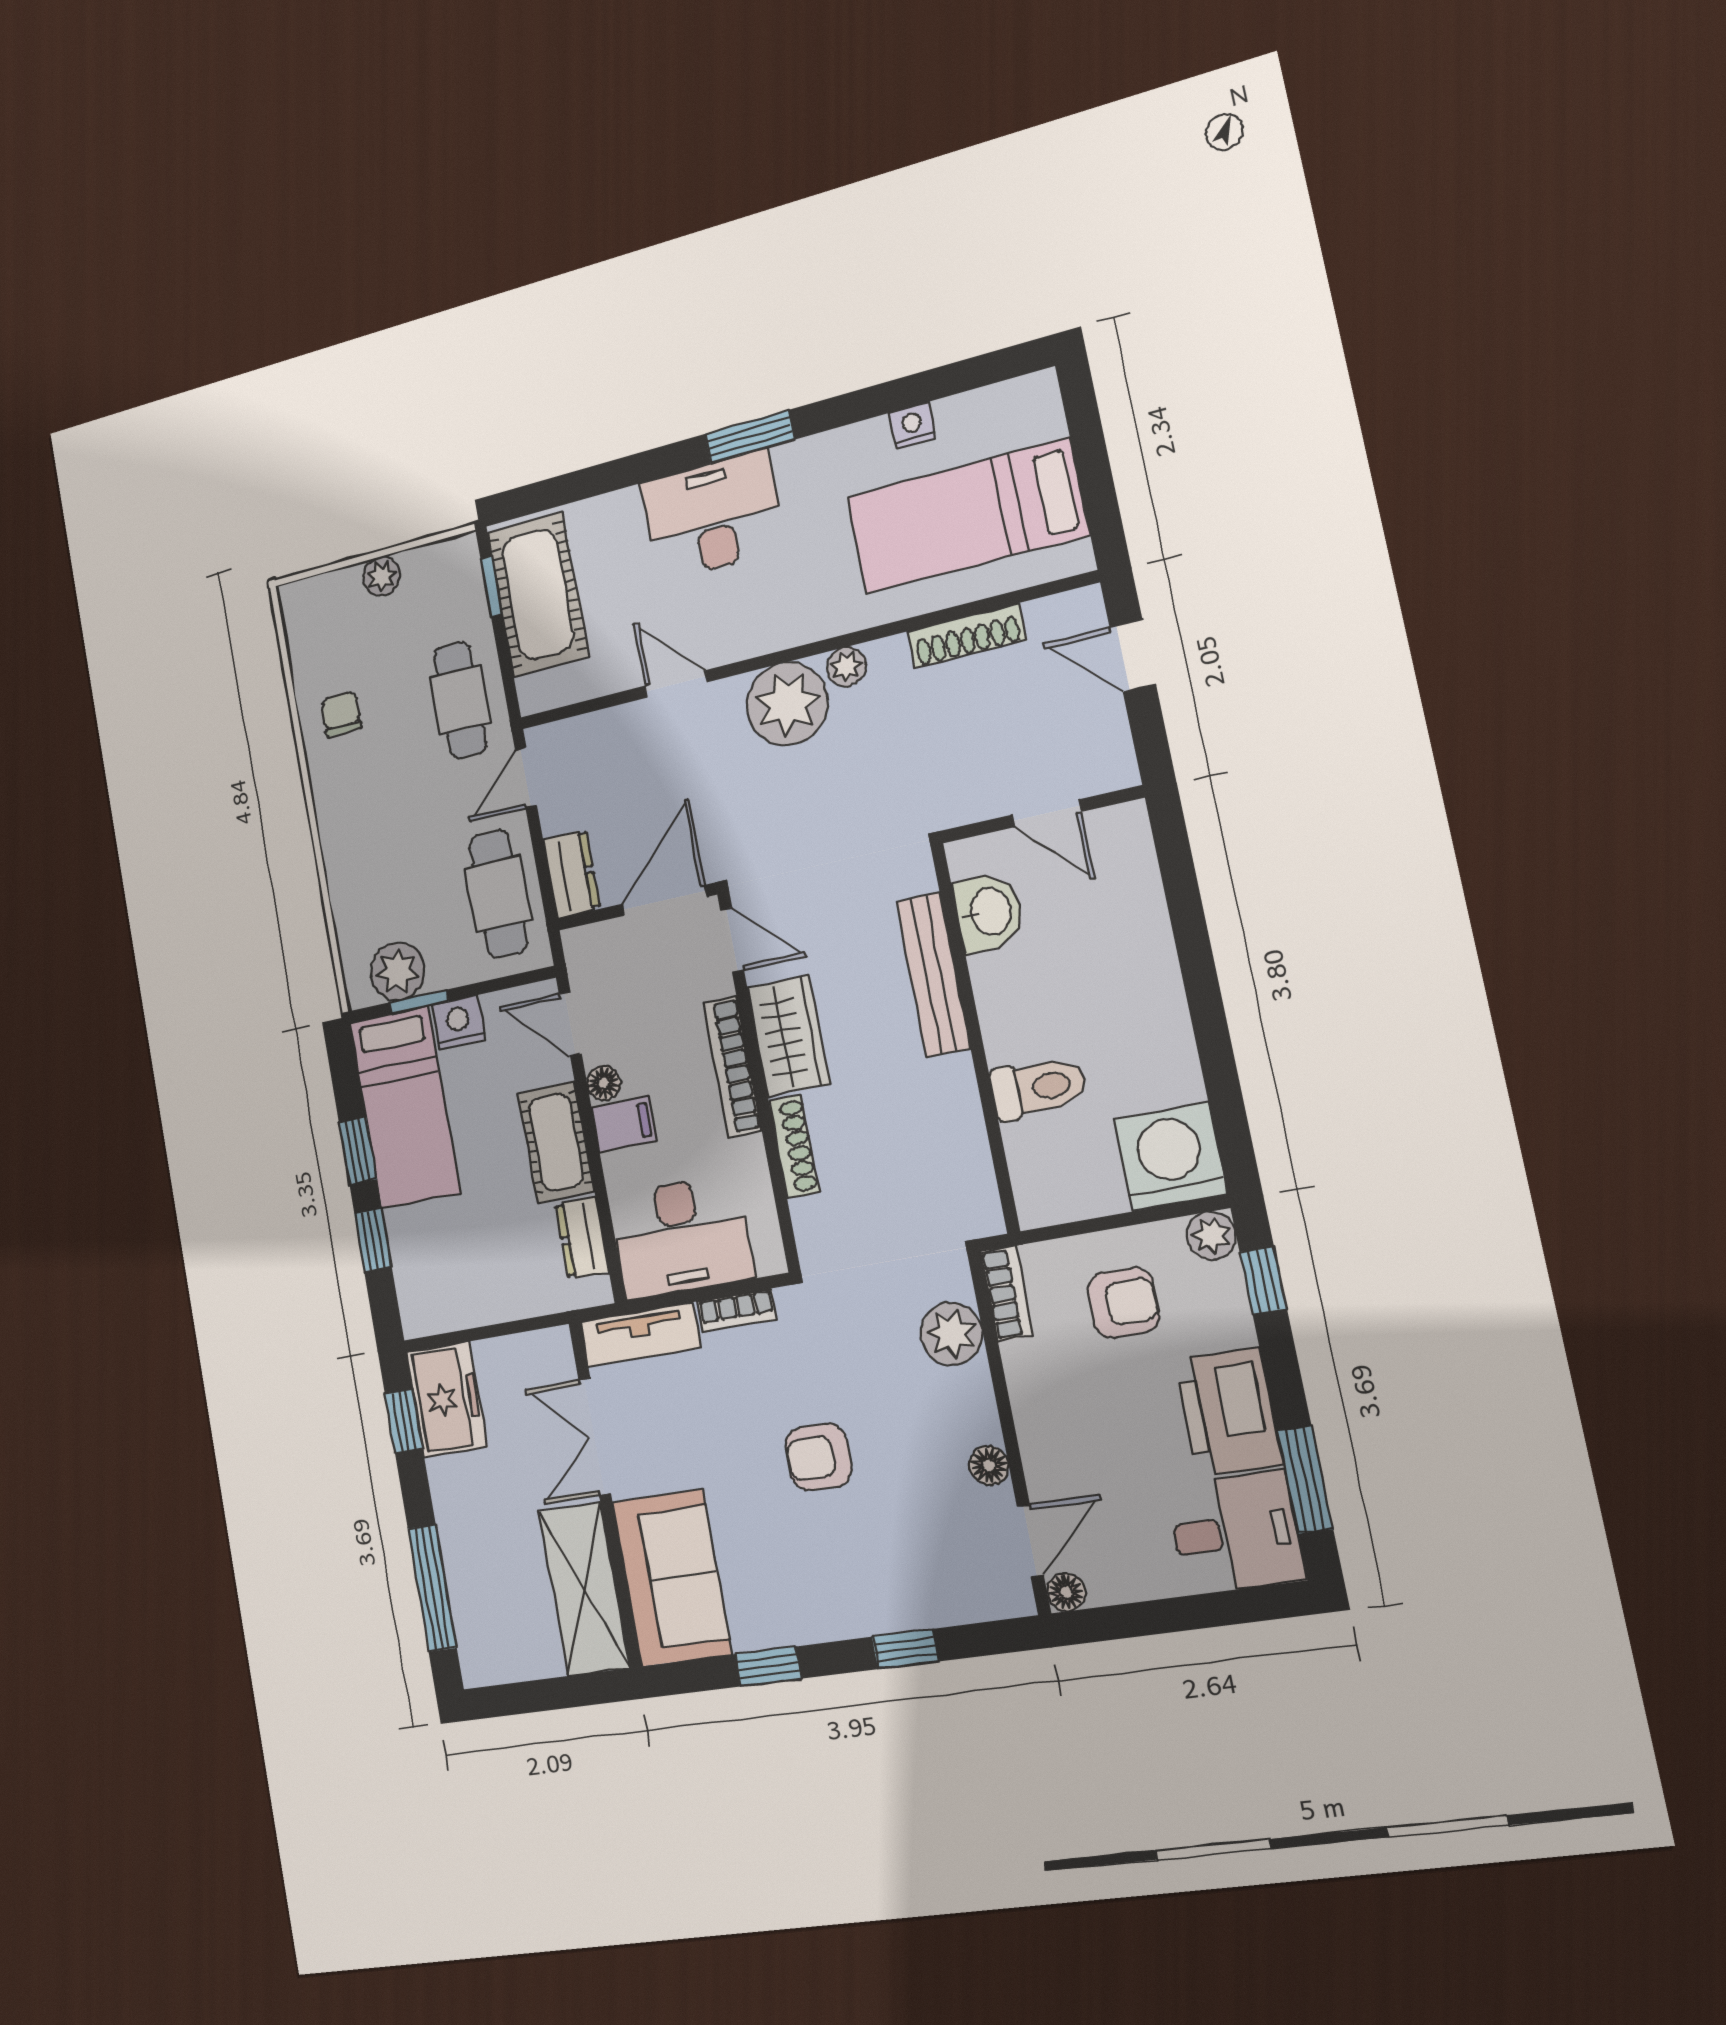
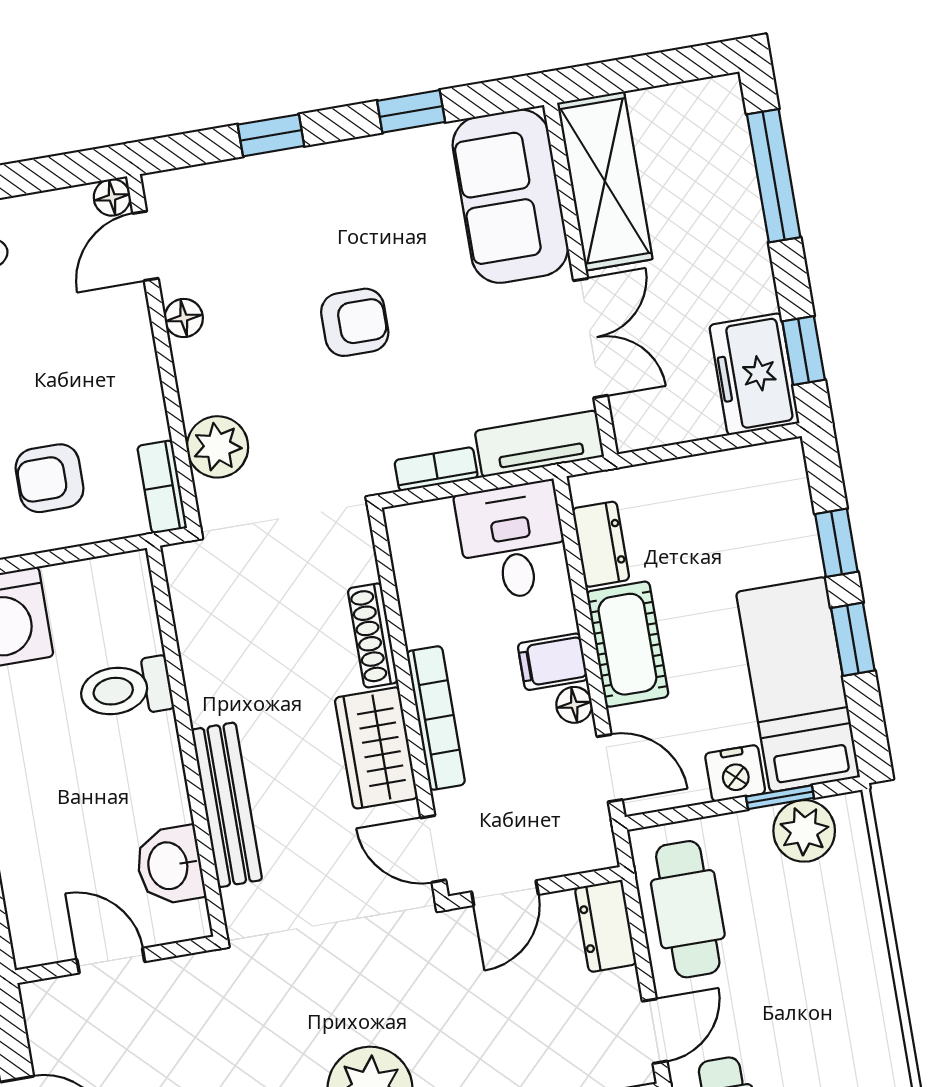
door: (664, 900) -> (505, 893), width x0.73
desk: (681, 1237) -> (513, 541), width x0.73

